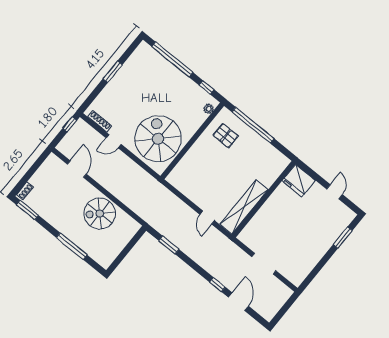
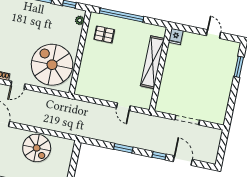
fridge: (299, 181) -> (176, 36), width x0.53, depth x0.75
shelving: (244, 207) -> (153, 62), moved
spiral stairs: (100, 214) -> (37, 148), turned -90
window: (169, 245) -> (123, 148), moved

